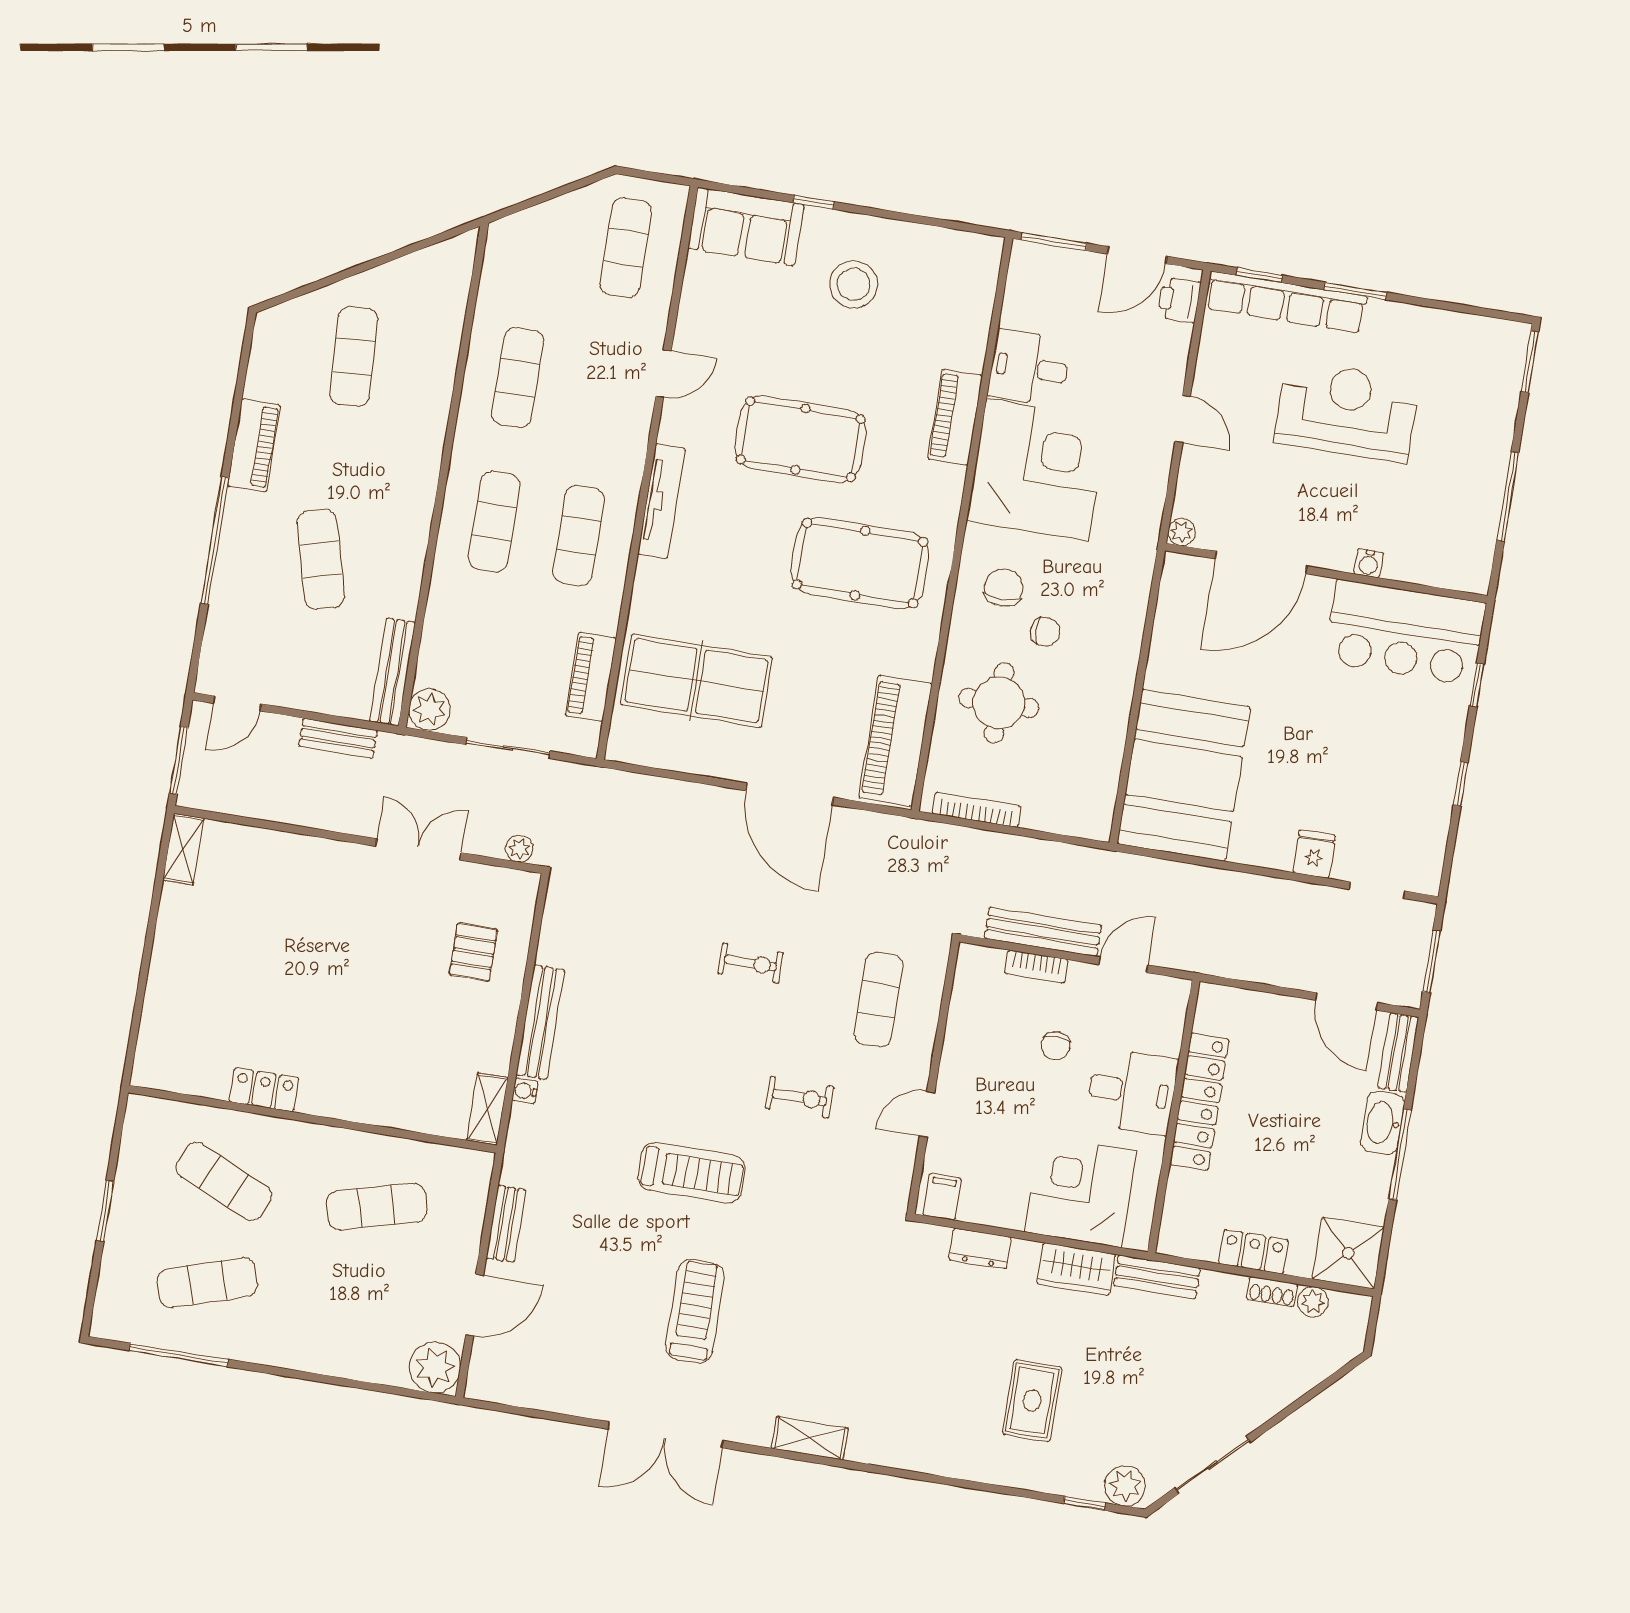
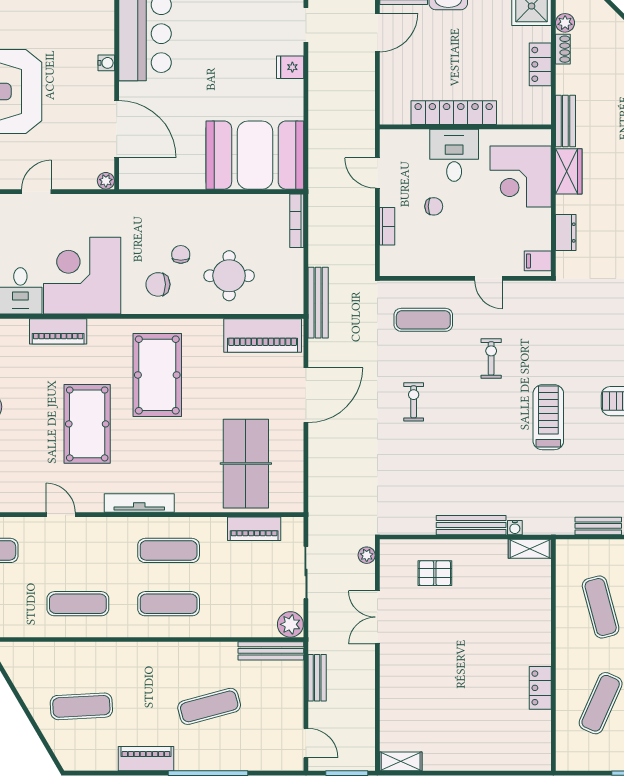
bookcase: (977, 810) -> (297, 221), moved
bench: (1043, 932) -> (318, 303), moved

